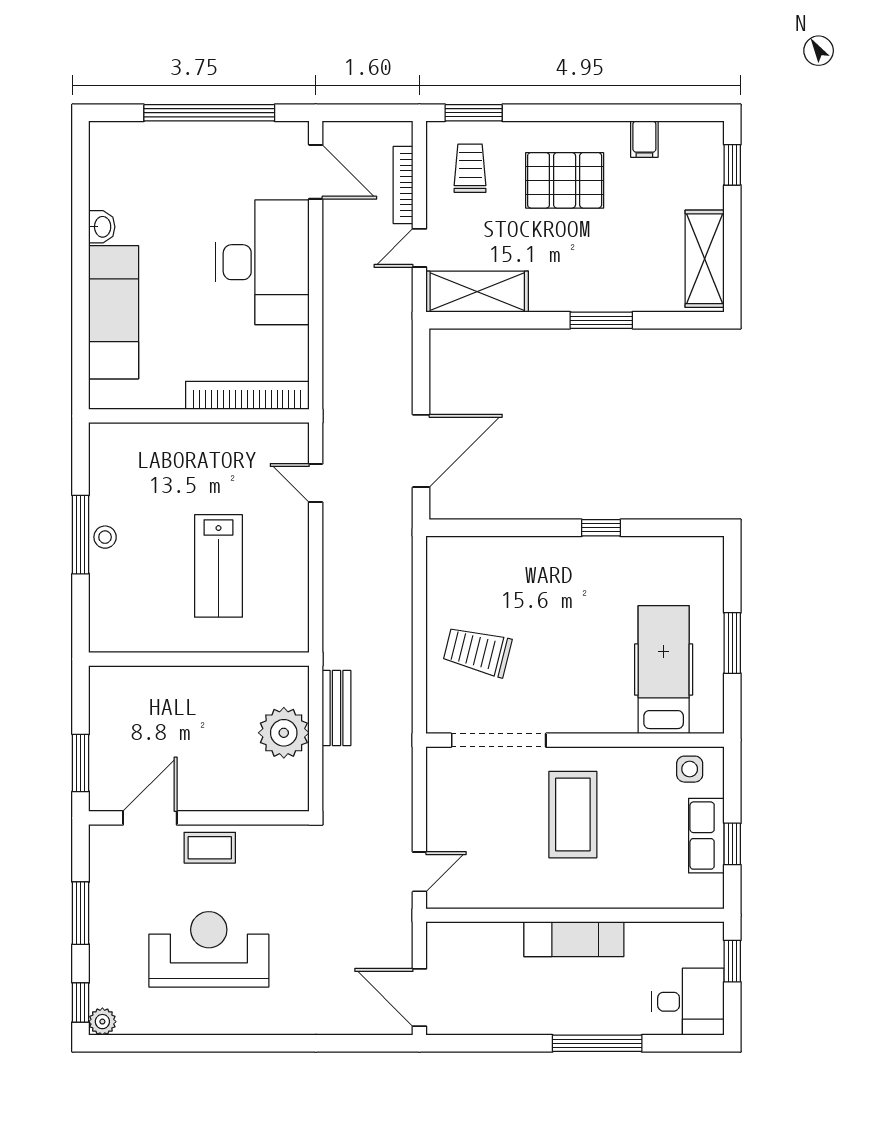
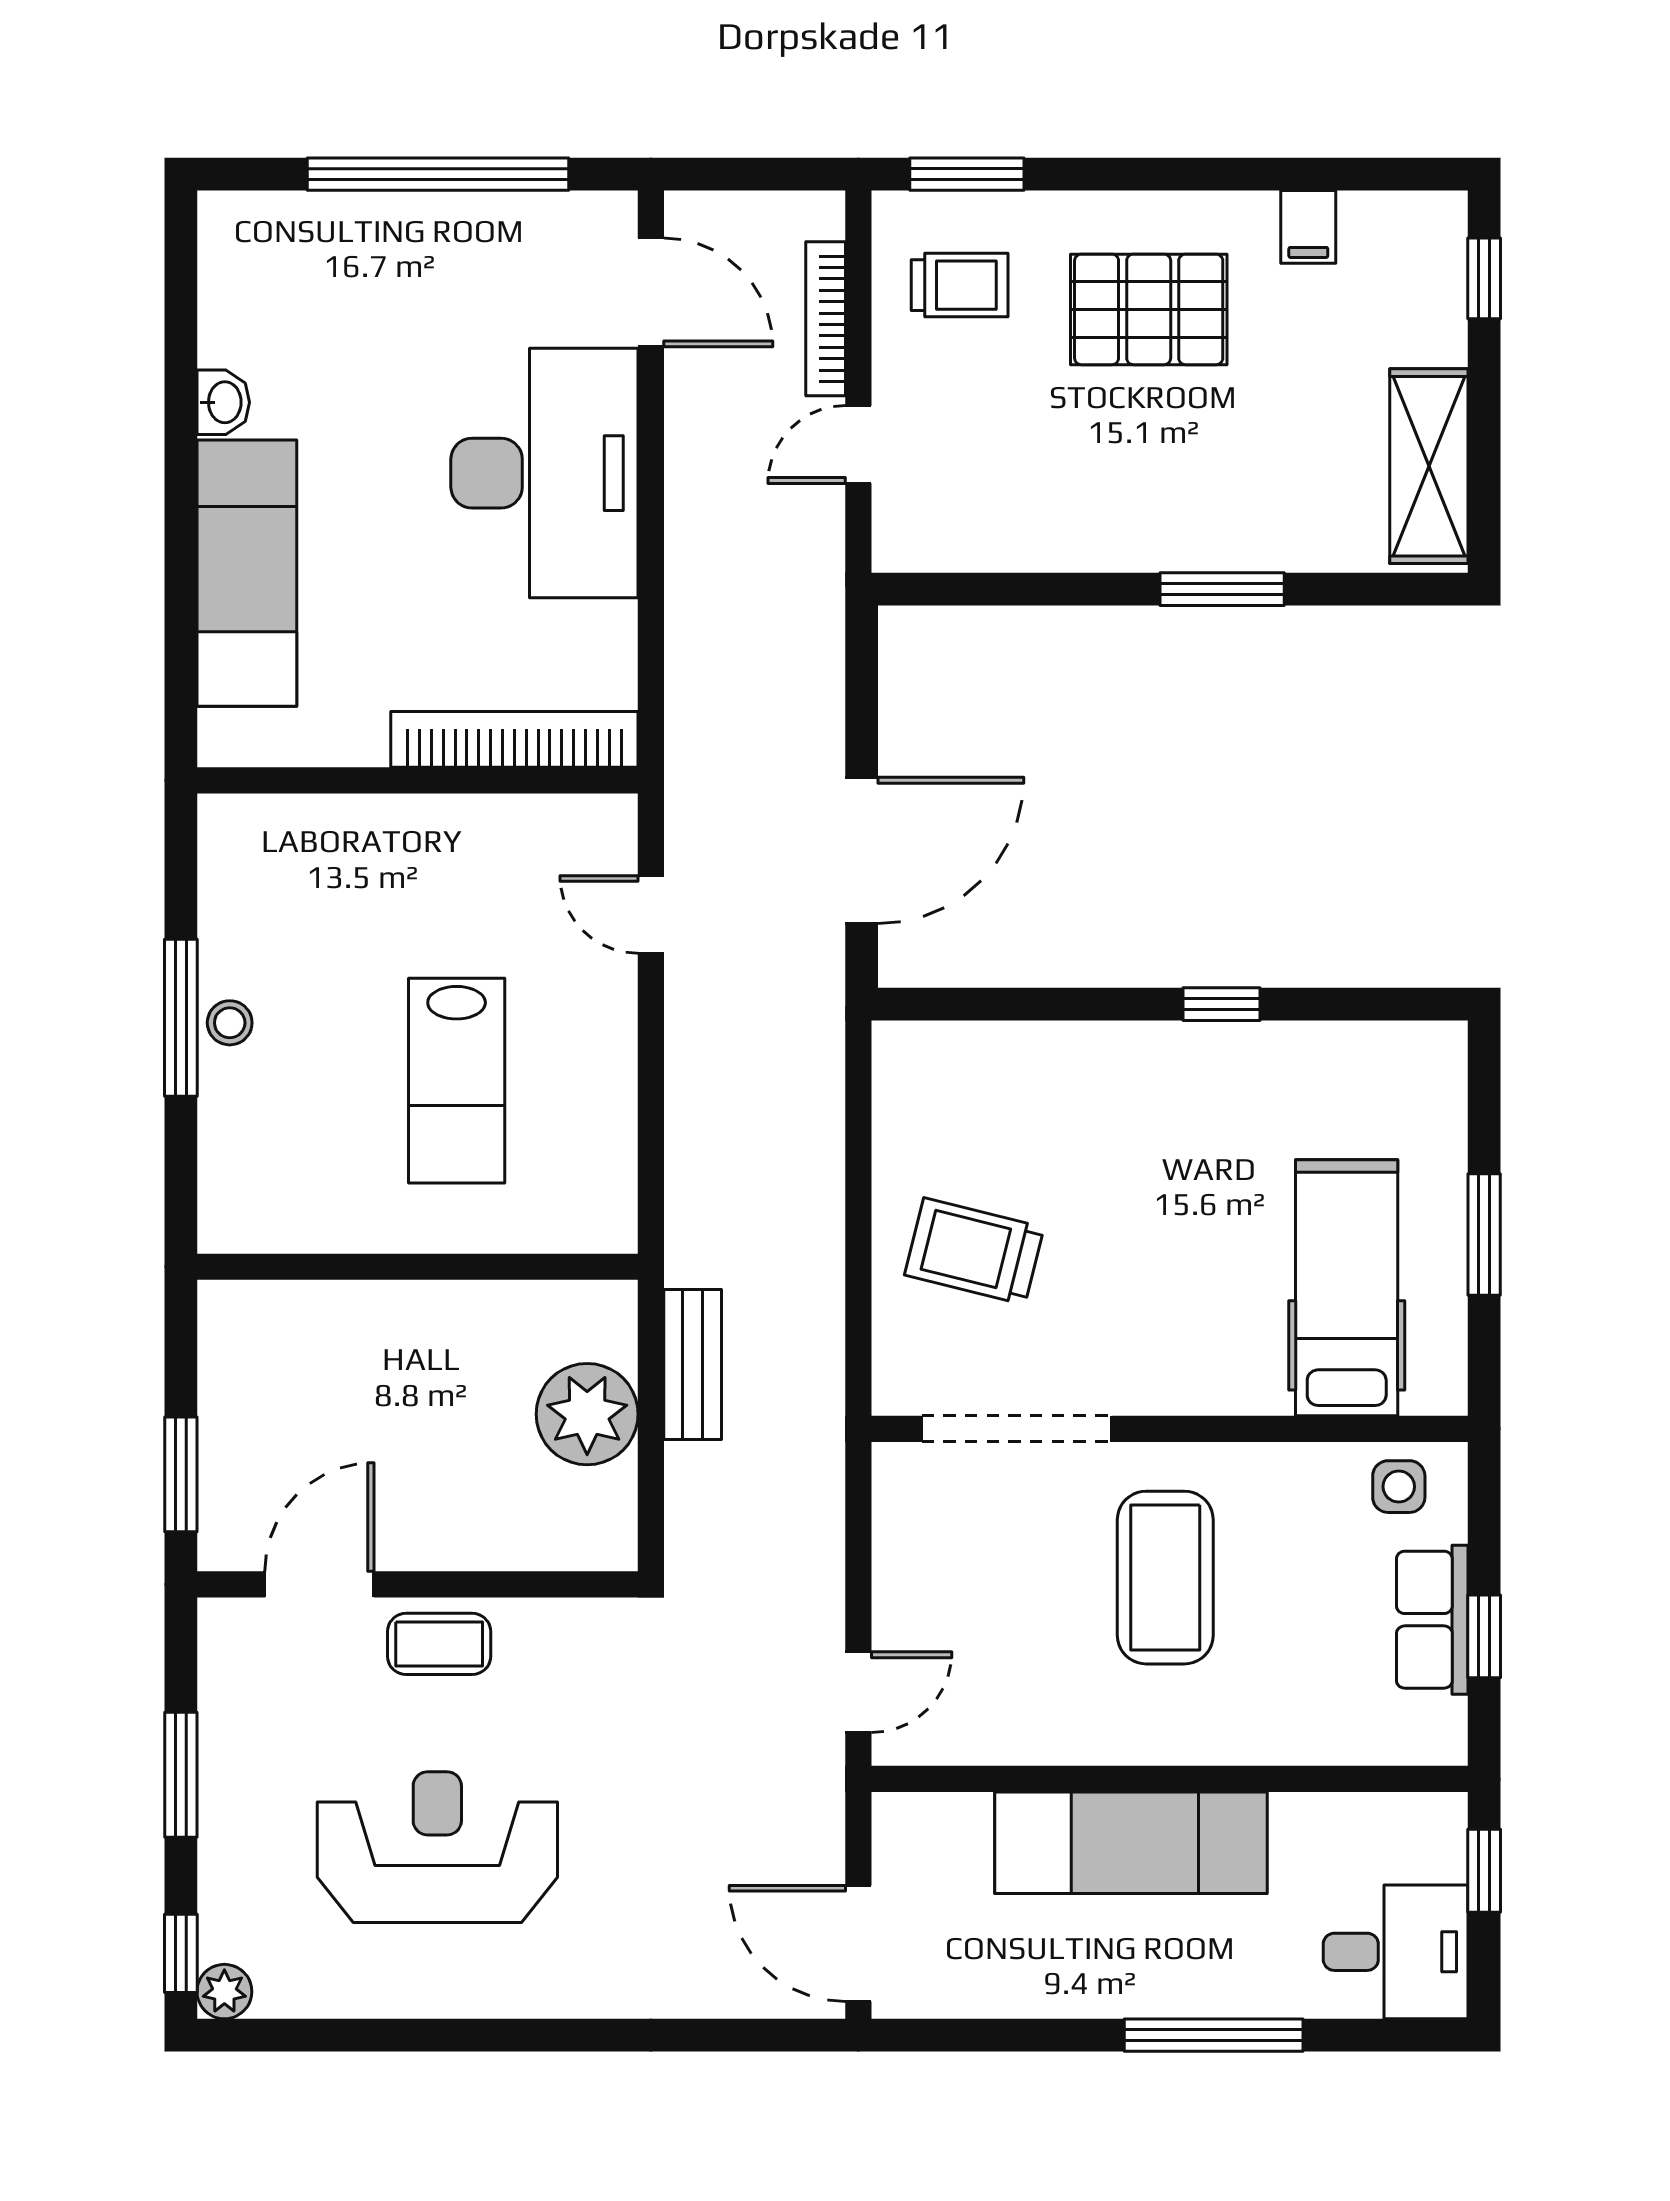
trolley: (470, 168) -> (960, 285), turned 90
shelving: (477, 292) -> (974, 532), removed
exam couch: (574, 939) -> (1131, 1843), width x1.36, depth x1.45

